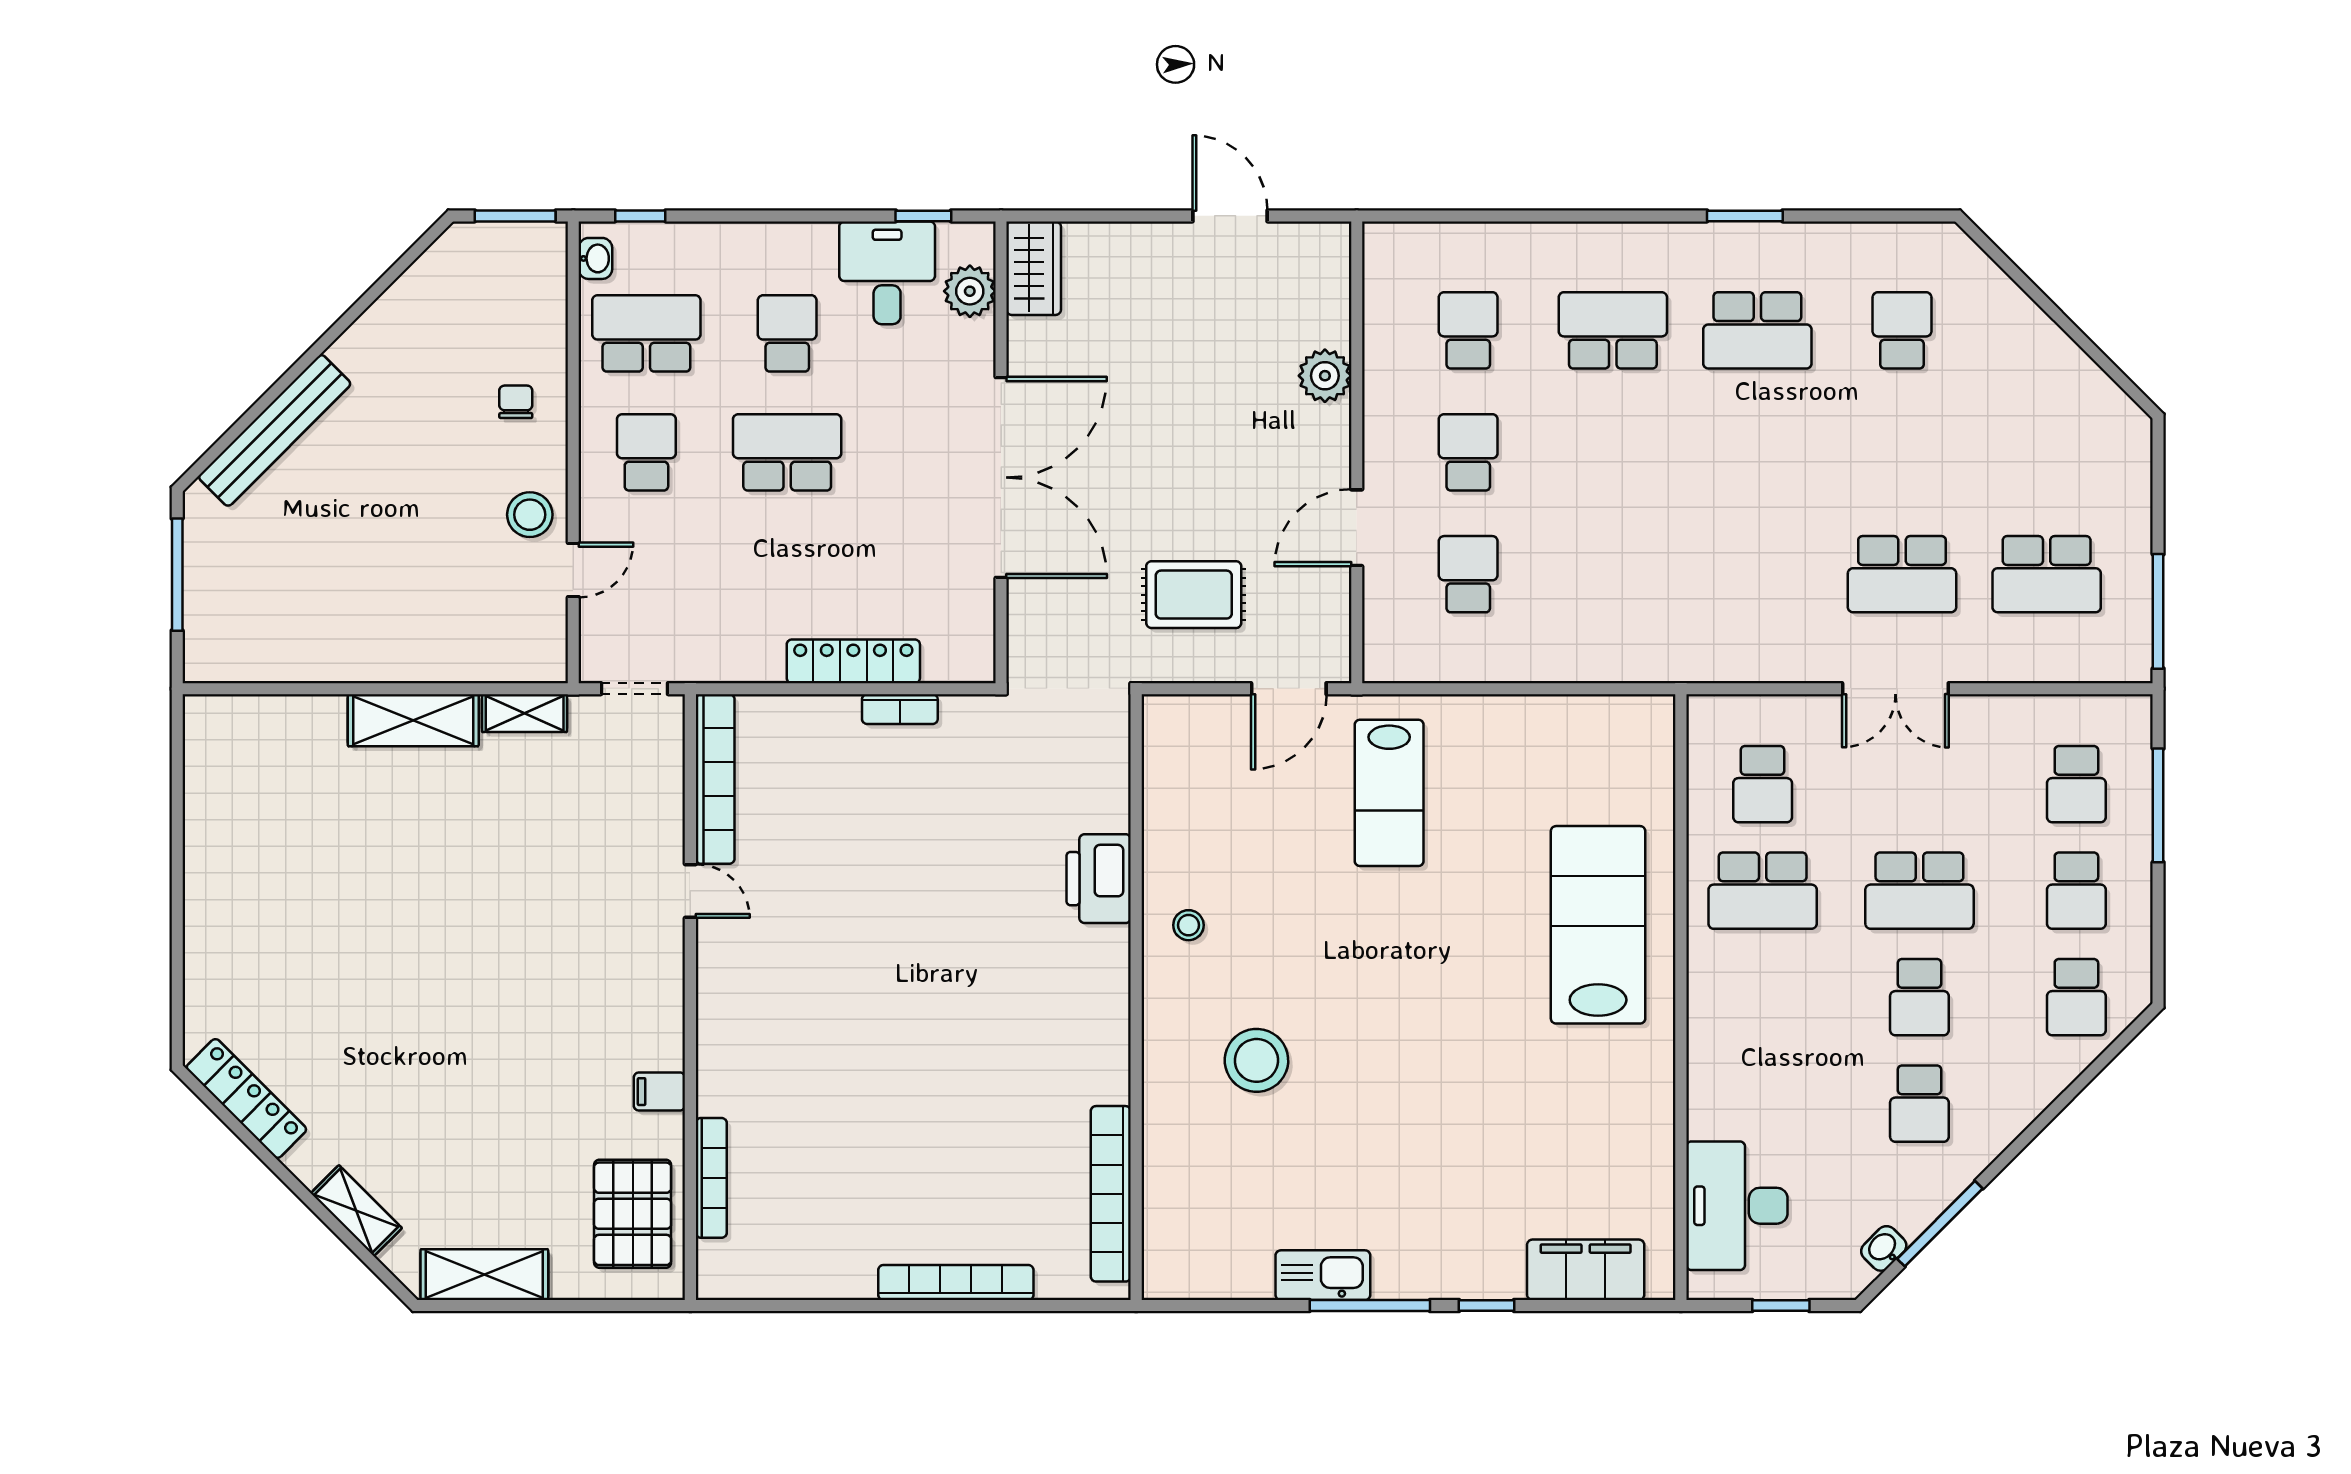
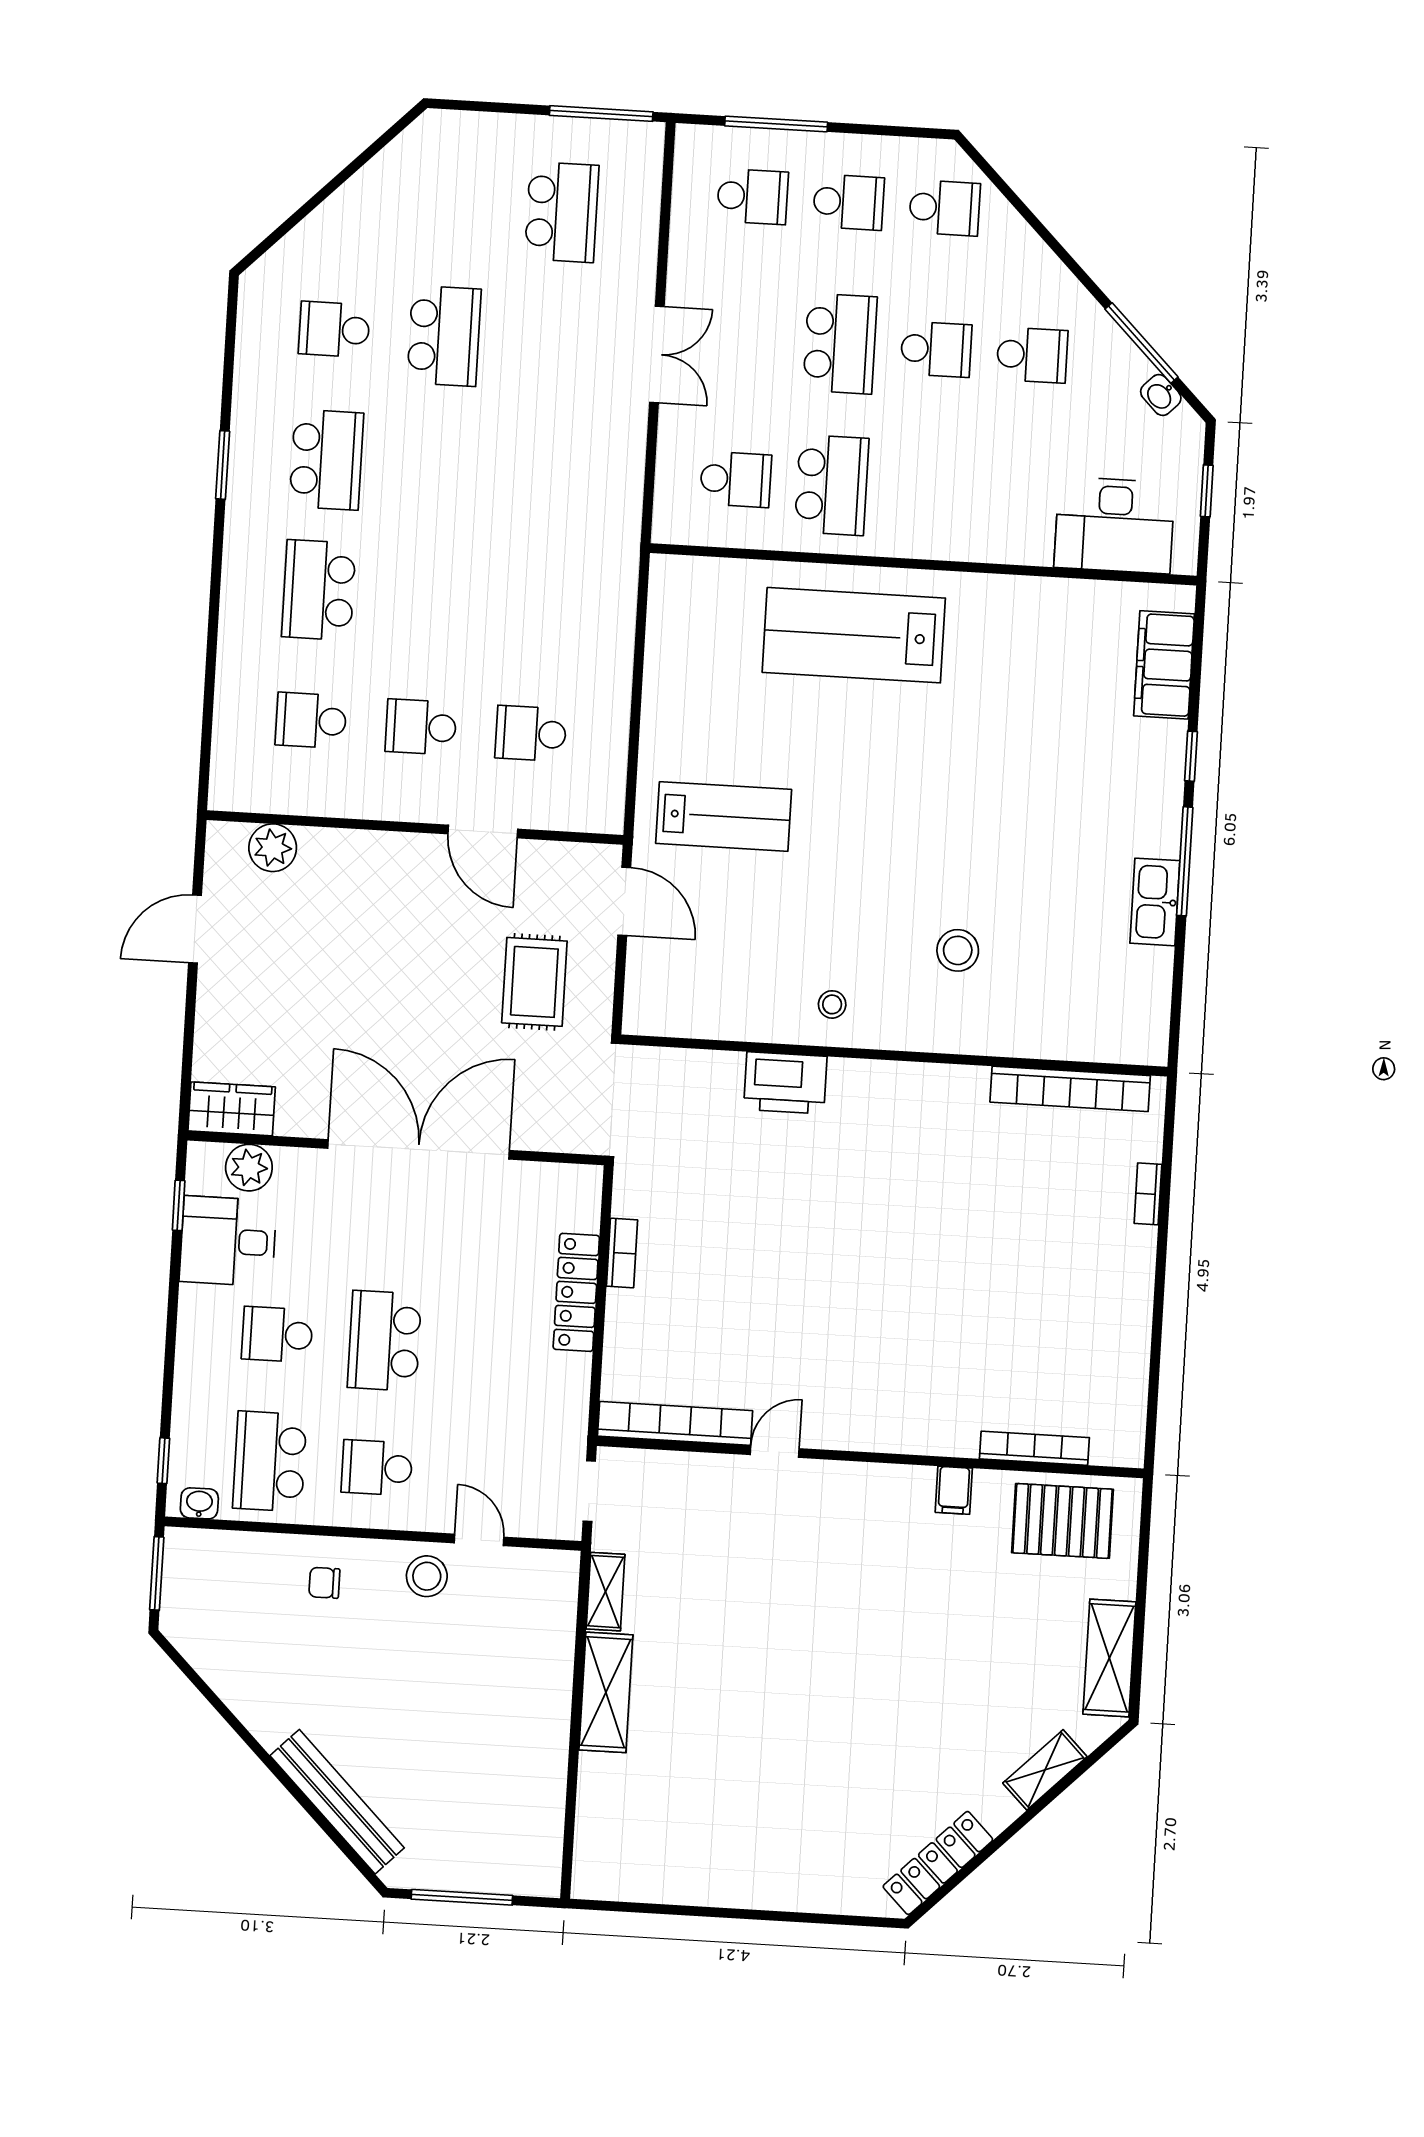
plant: (1325, 376) -> (273, 848), moved
school desk: (1902, 574) -> (444, 336), moved
stool: (1256, 1060) -> (958, 950), width x0.73, depth x0.73
bookcase: (956, 1282) -> (1148, 1194), width x0.43, depth x0.76

